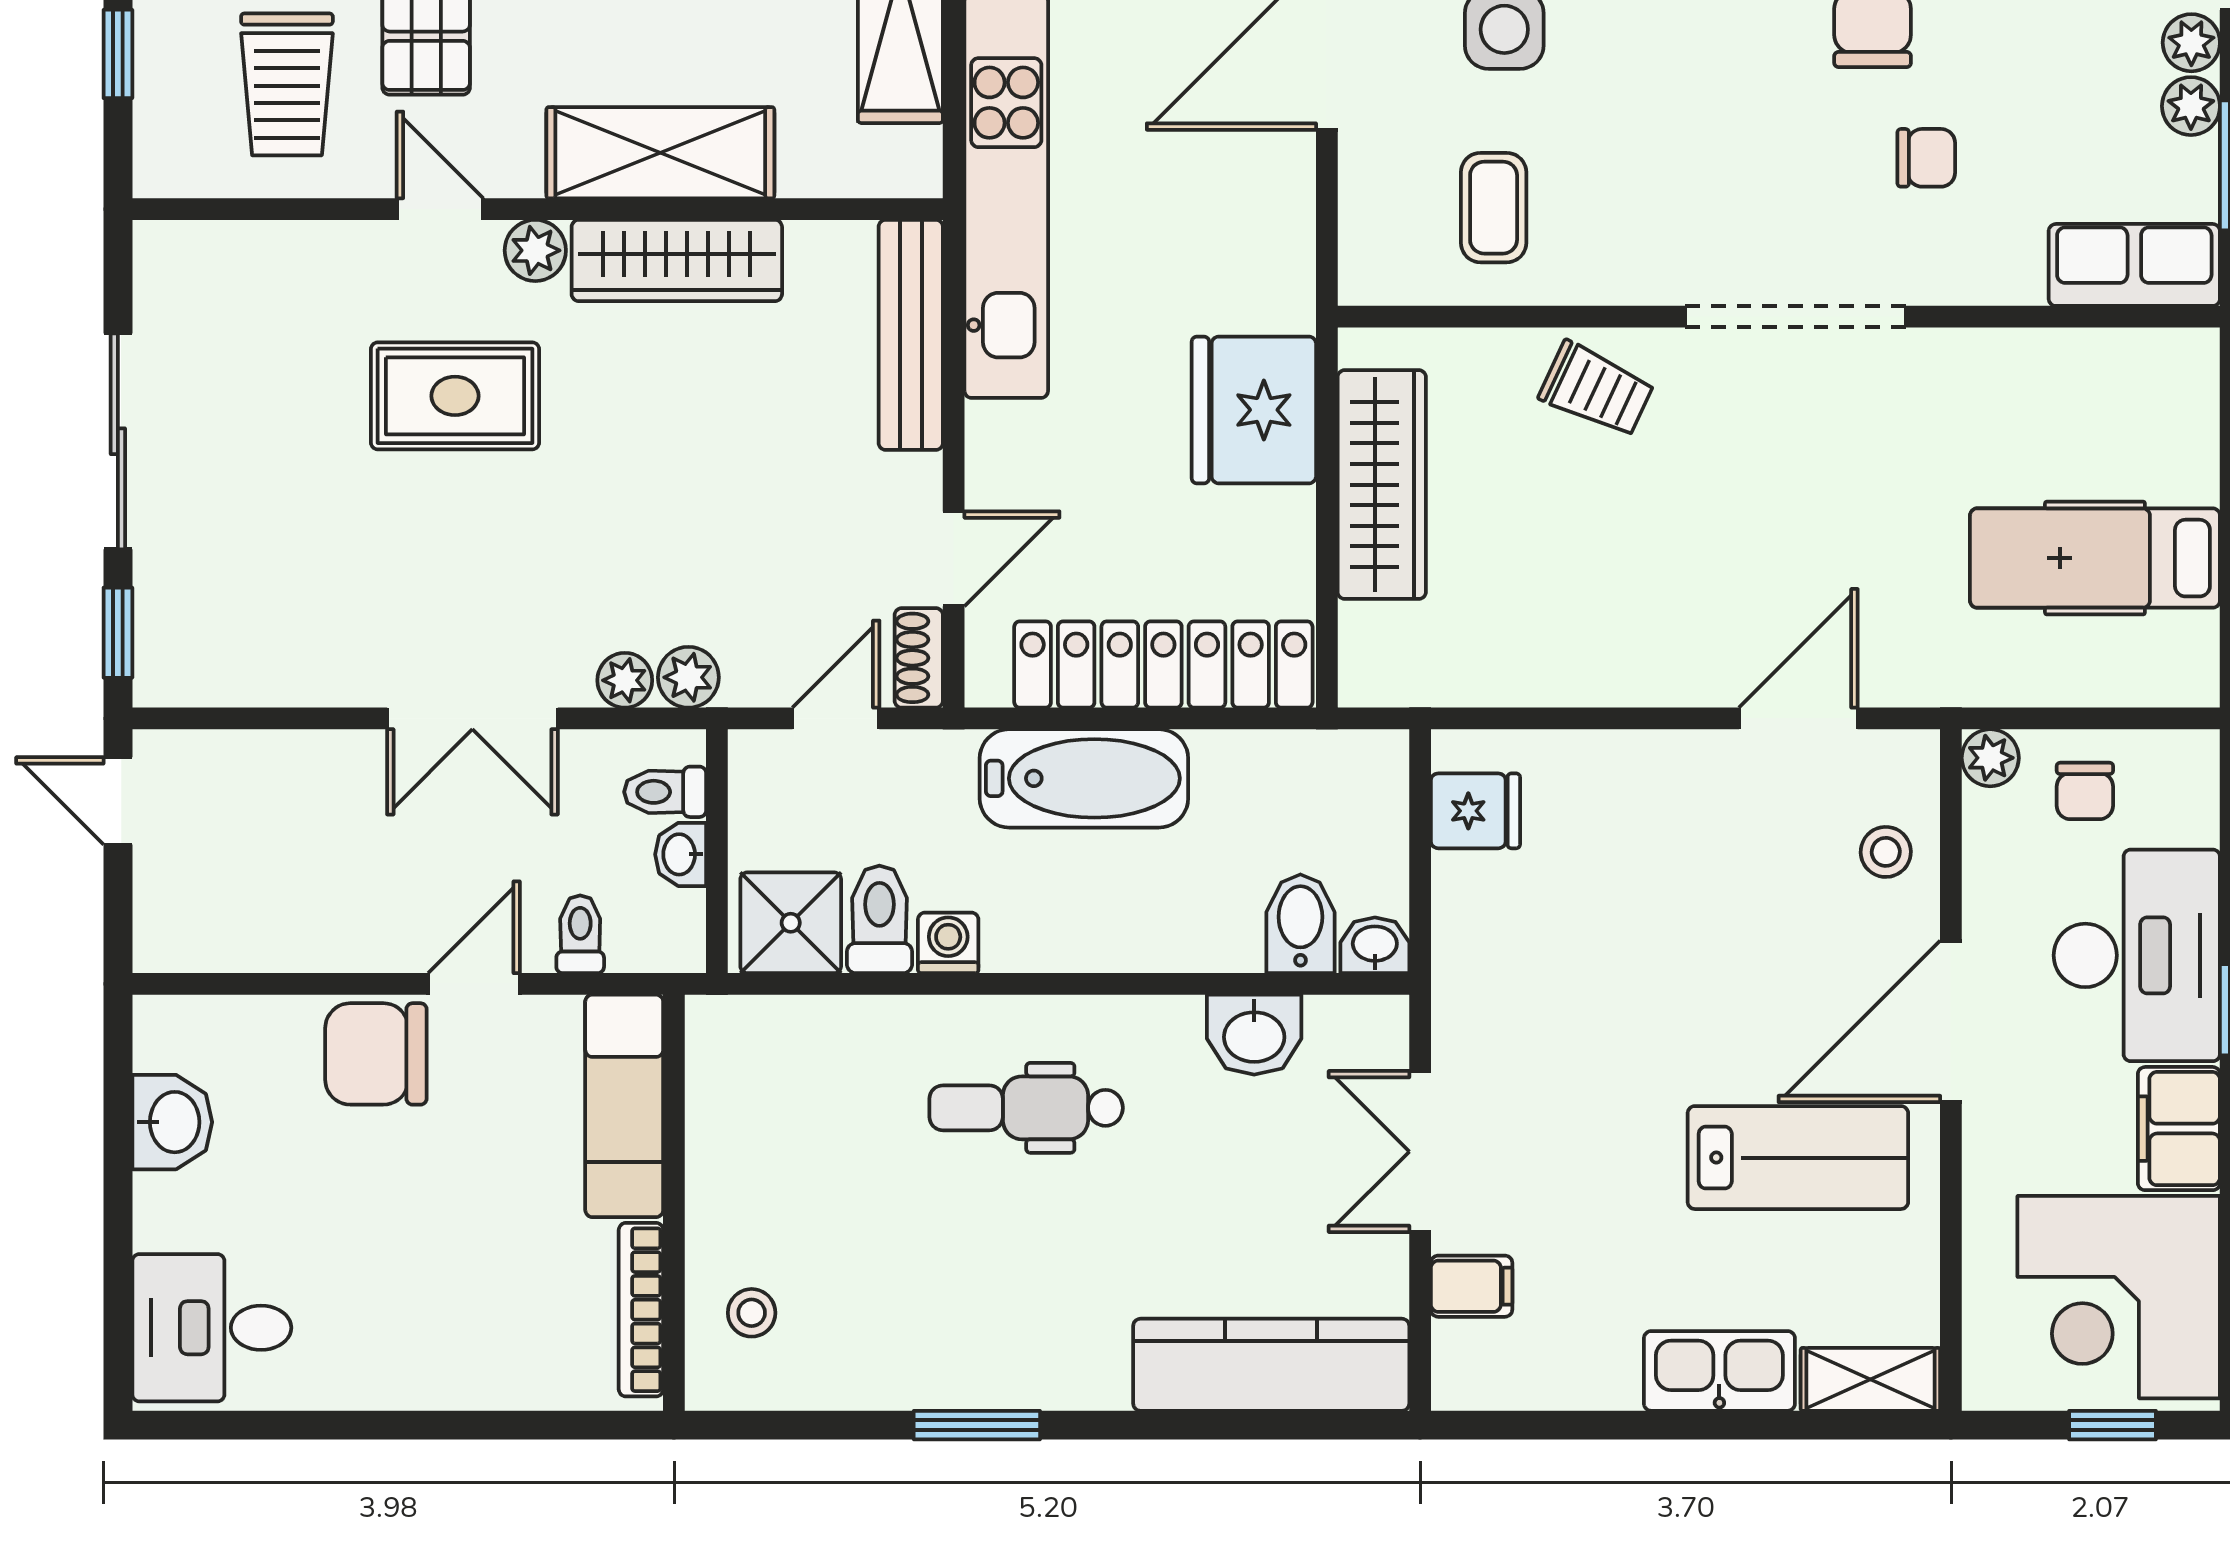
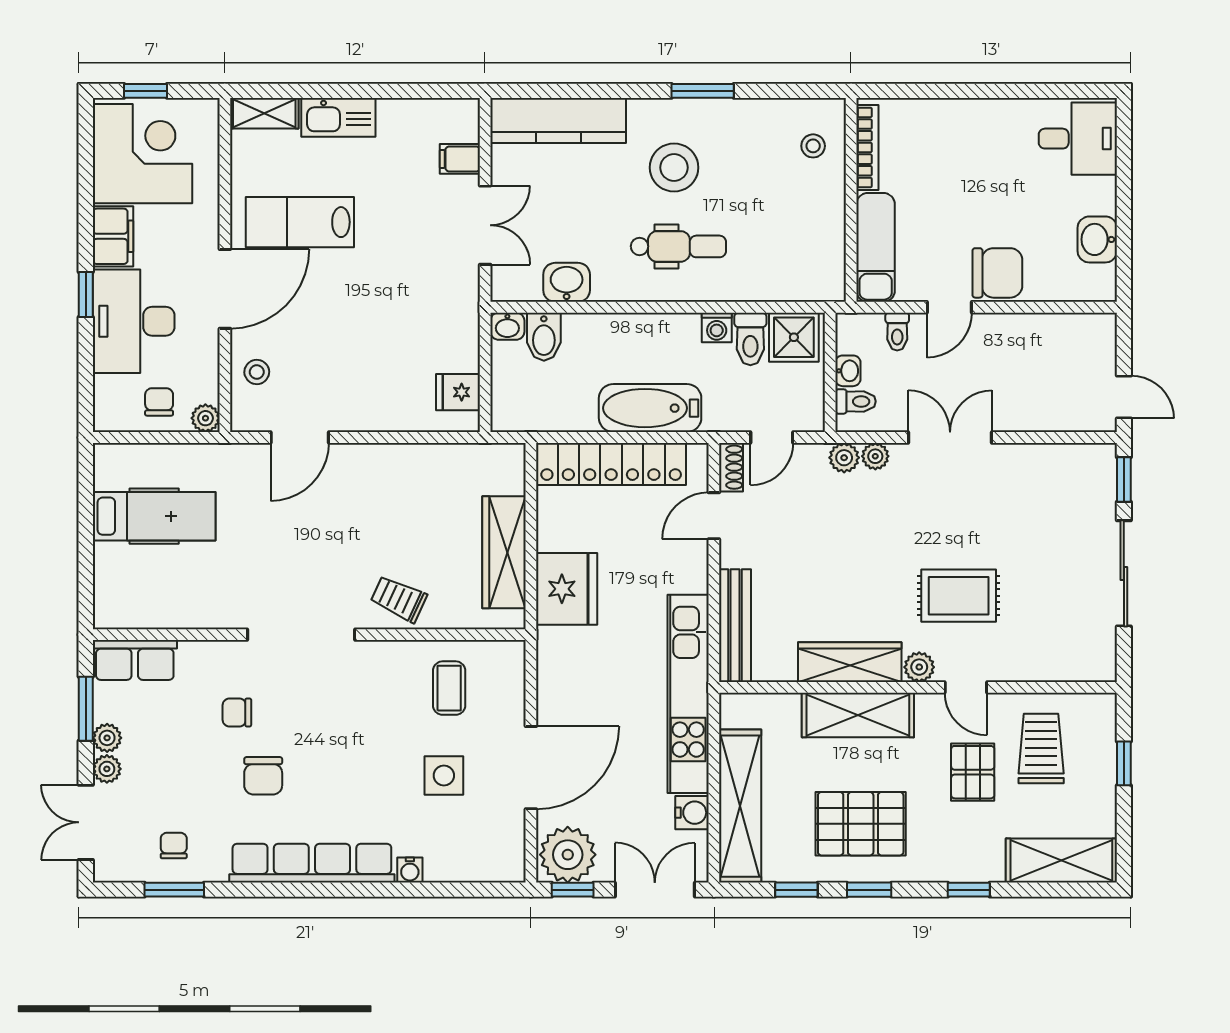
stool: (1035, 1269) -> (674, 168), added

